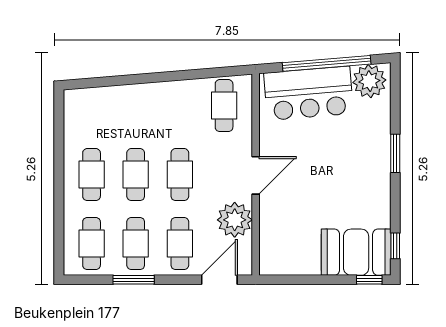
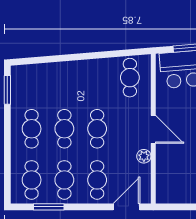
window: (59, 122) -> (7, 90), added
door: (256, 175) -> (153, 129), hinge flipped
plant: (235, 220) -> (144, 156), width x0.53, depth x0.53
window: (134, 280) -> (49, 207), moved

